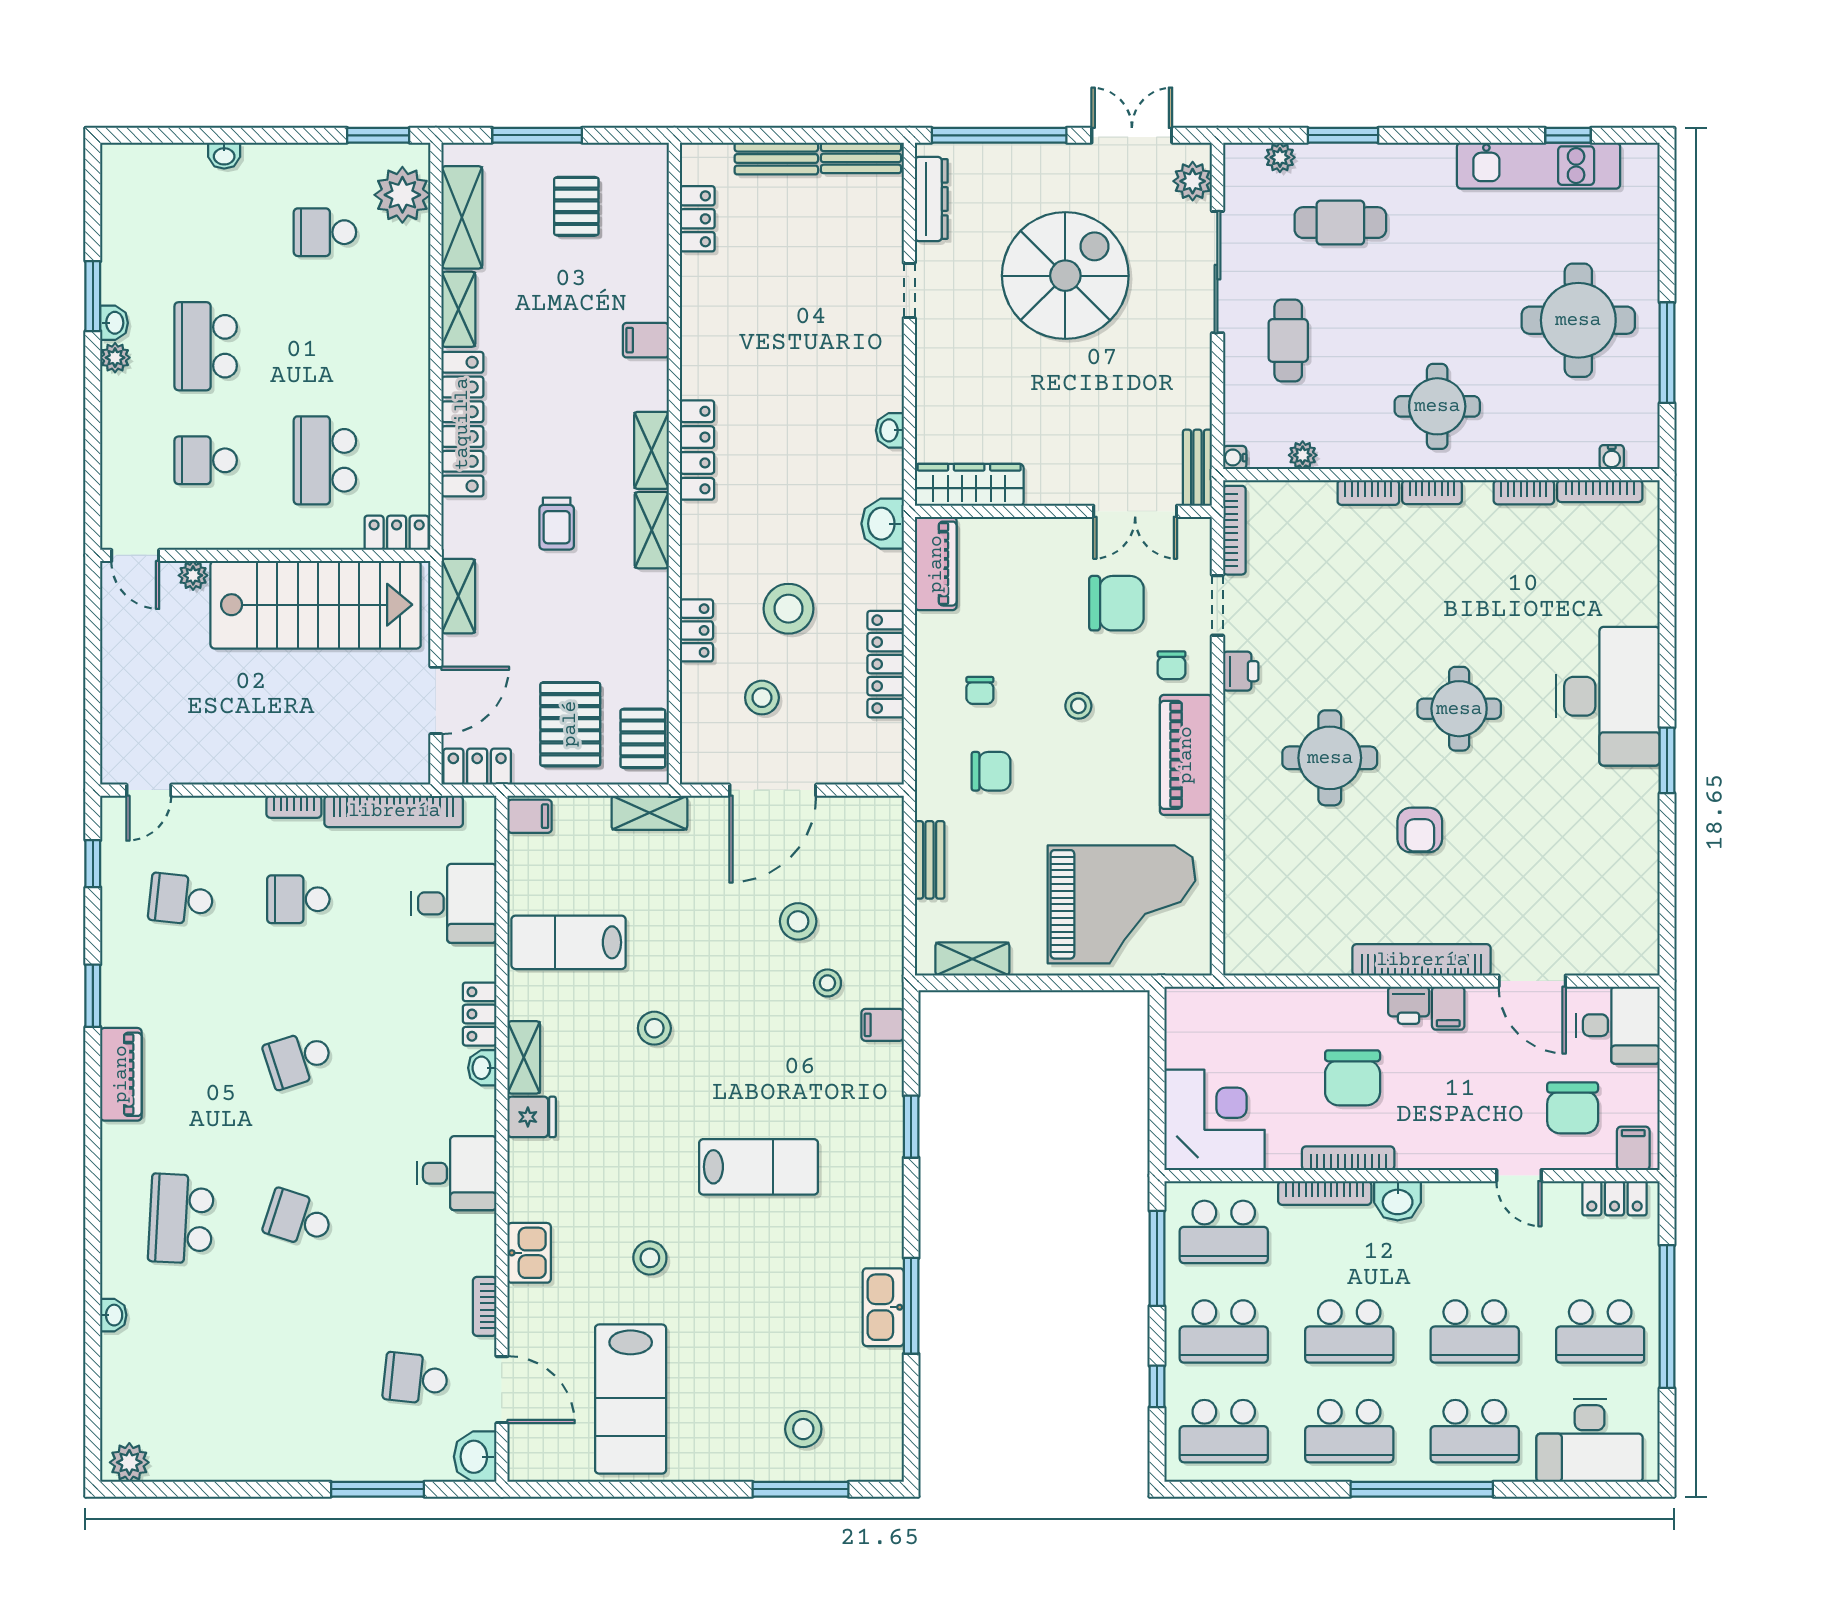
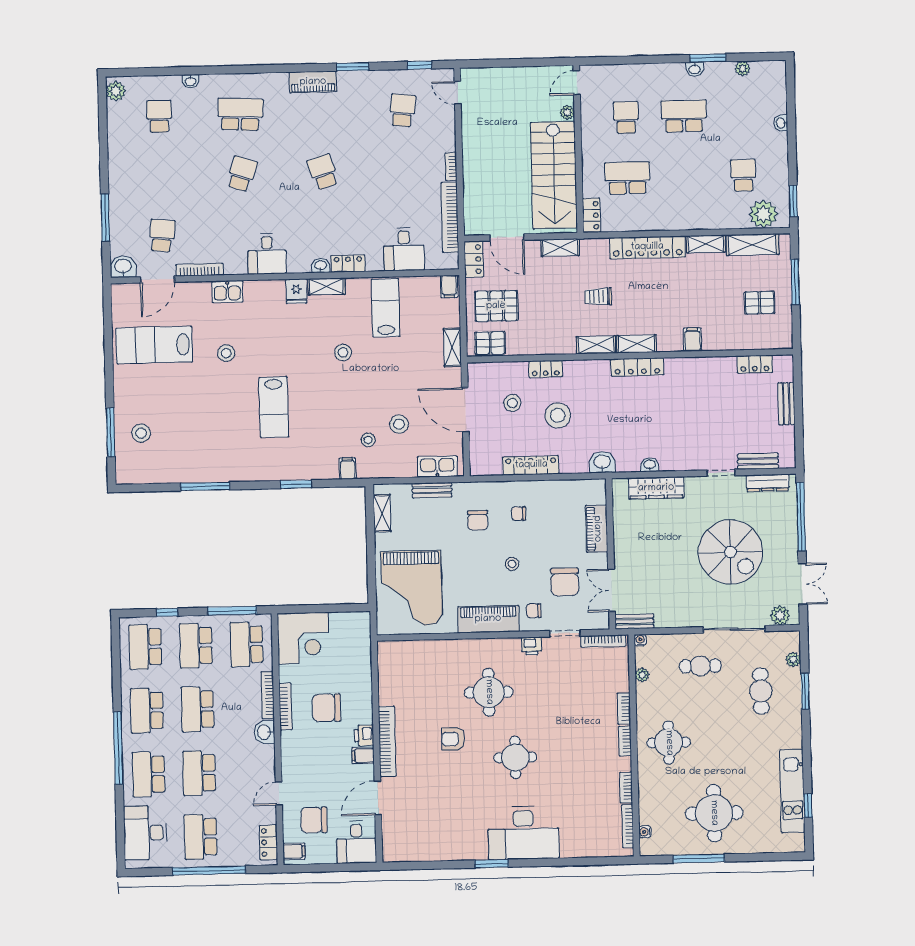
bench: (861, 158) -> (758, 461), moved, turned 90
plant: (115, 358) -> (742, 69), moved
wardrobe: (969, 485) -> (656, 488), moved, turned 90
piano: (936, 564) -> (597, 529), moved, turned 90
school desk: (298, 899) -> (159, 116), moved
bookcase: (485, 1306) -> (200, 270), width x1.56
kitchen sink: (883, 1307) -> (437, 467), moved

